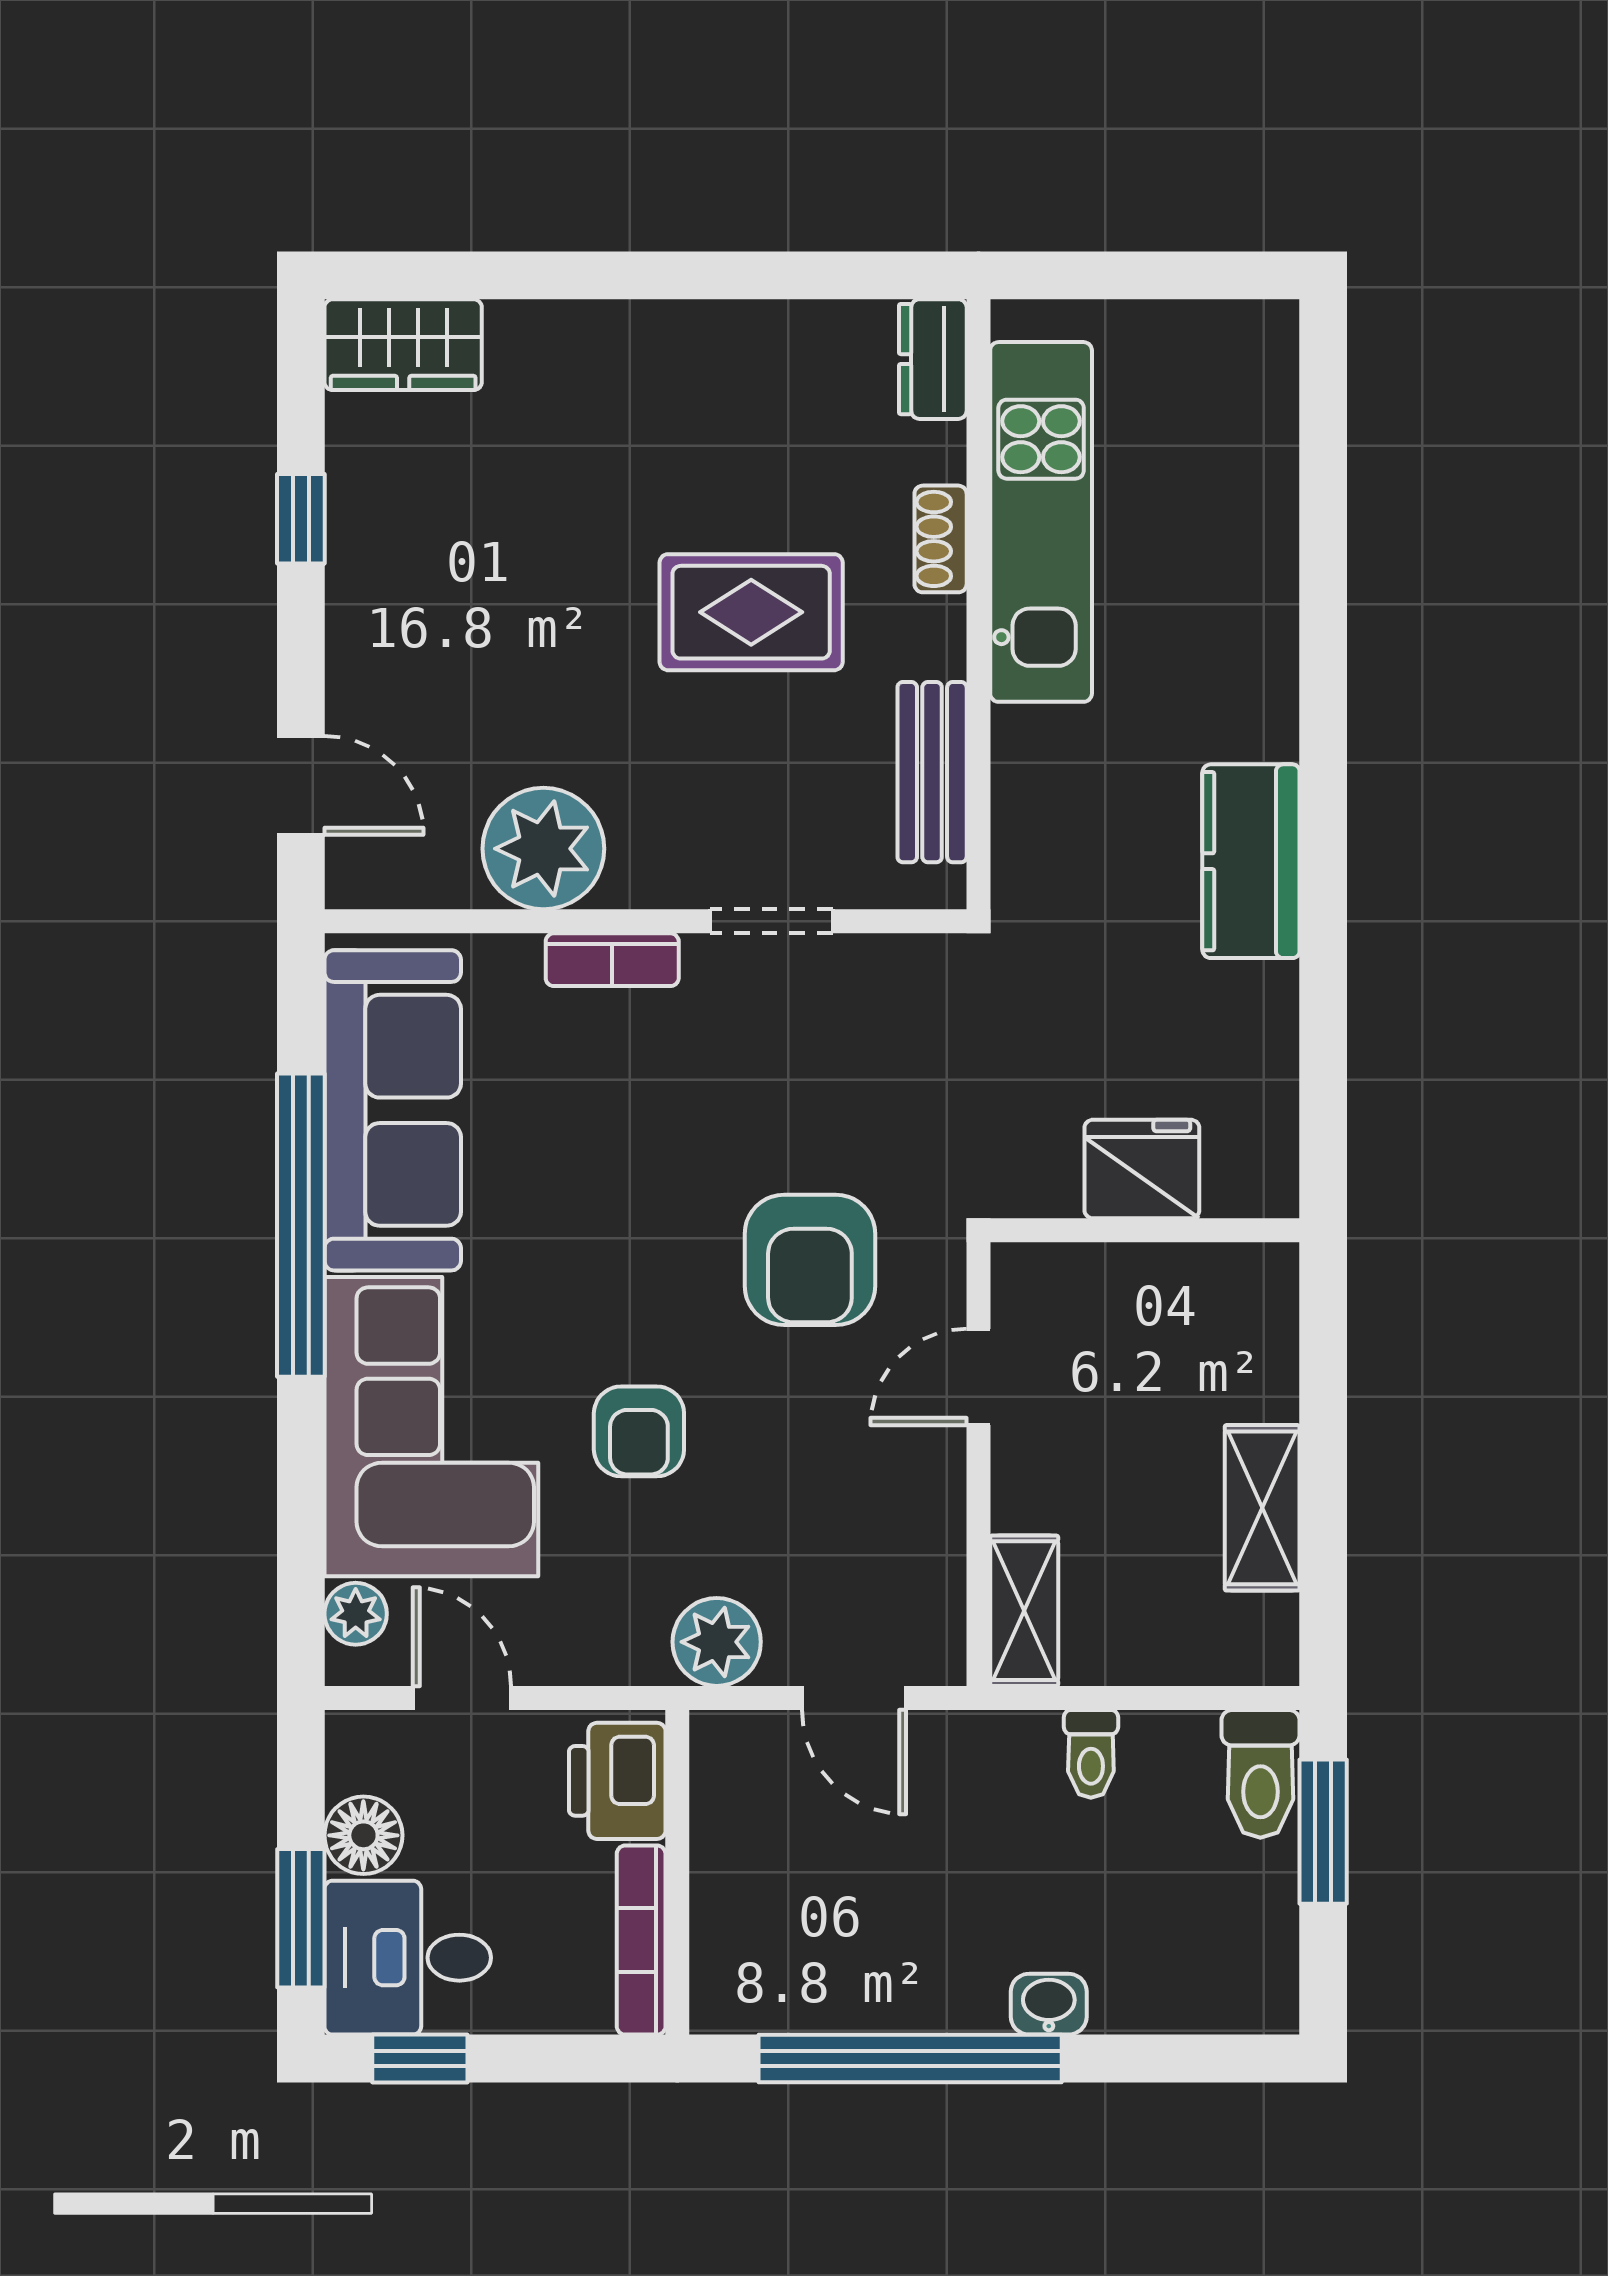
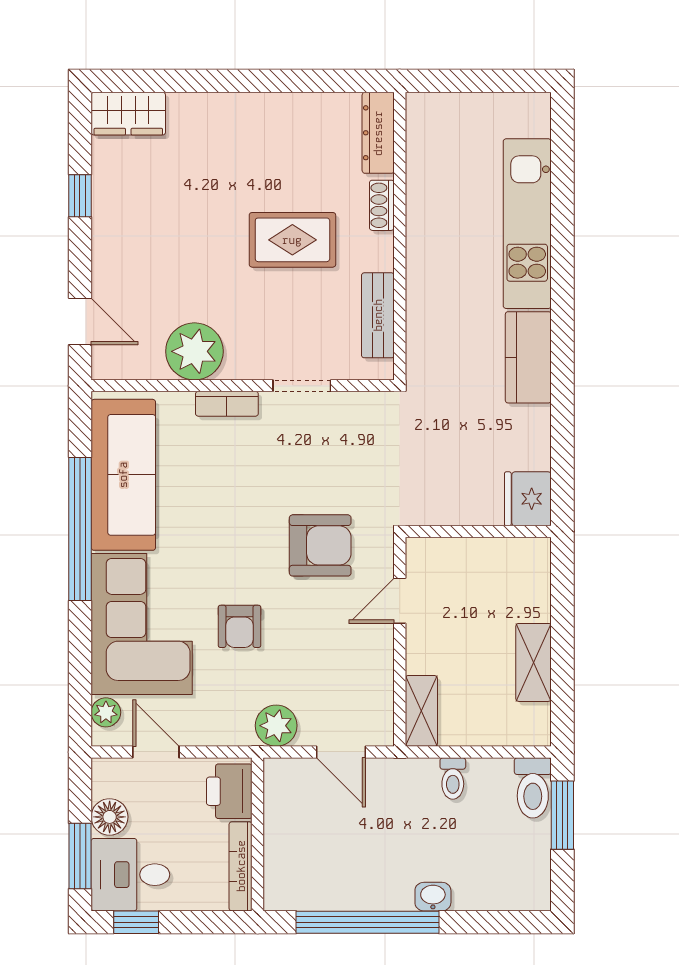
dresser: (933, 359) -> (378, 133), width x1.44
kitchen unit: (1041, 522) -> (527, 224), moved, turned 180
fridge: (1142, 1169) -> (528, 499), moved, turned -90
armchair: (810, 1260) -> (320, 545), turned -90

